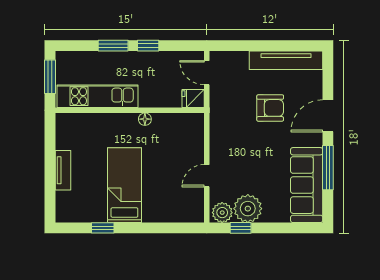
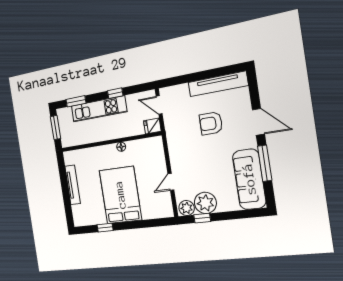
window: (113, 46) -> (76, 101), moved
kitchen unit: (98, 96) -> (99, 109), moved, turned 180
armchair: (270, 108) -> (211, 123), turned 180
door: (328, 116) -> (258, 122), swing flipped
tv unit: (63, 170) -> (73, 185), width x1.41
bed: (124, 185) -> (120, 195), width x1.50

